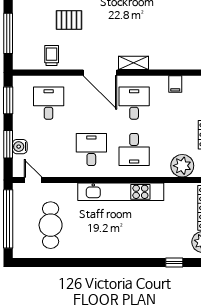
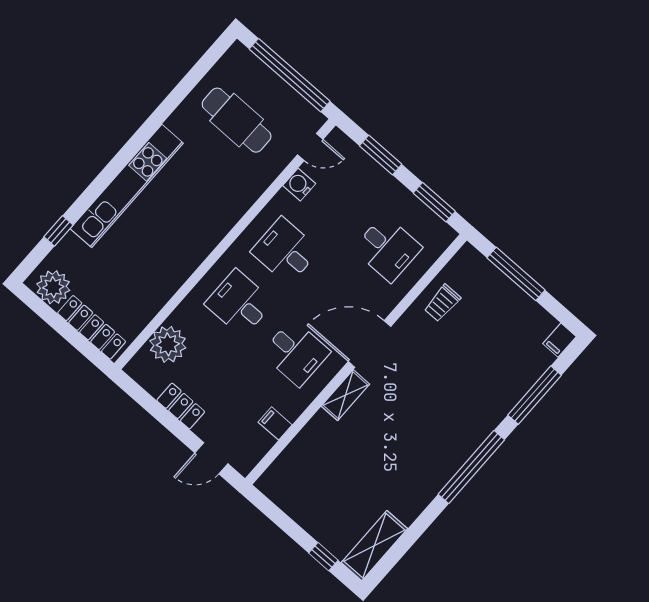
pallet: (69, 20) -> (467, 362), removed
trolley: (52, 56) -> (442, 303), turned 90
water cooler: (20, 147) -> (299, 185), moved, turned -90
desk: (91, 149) -> (285, 251), turned 180
kitchen unit: (121, 192) -> (127, 186), moved, turned 180

